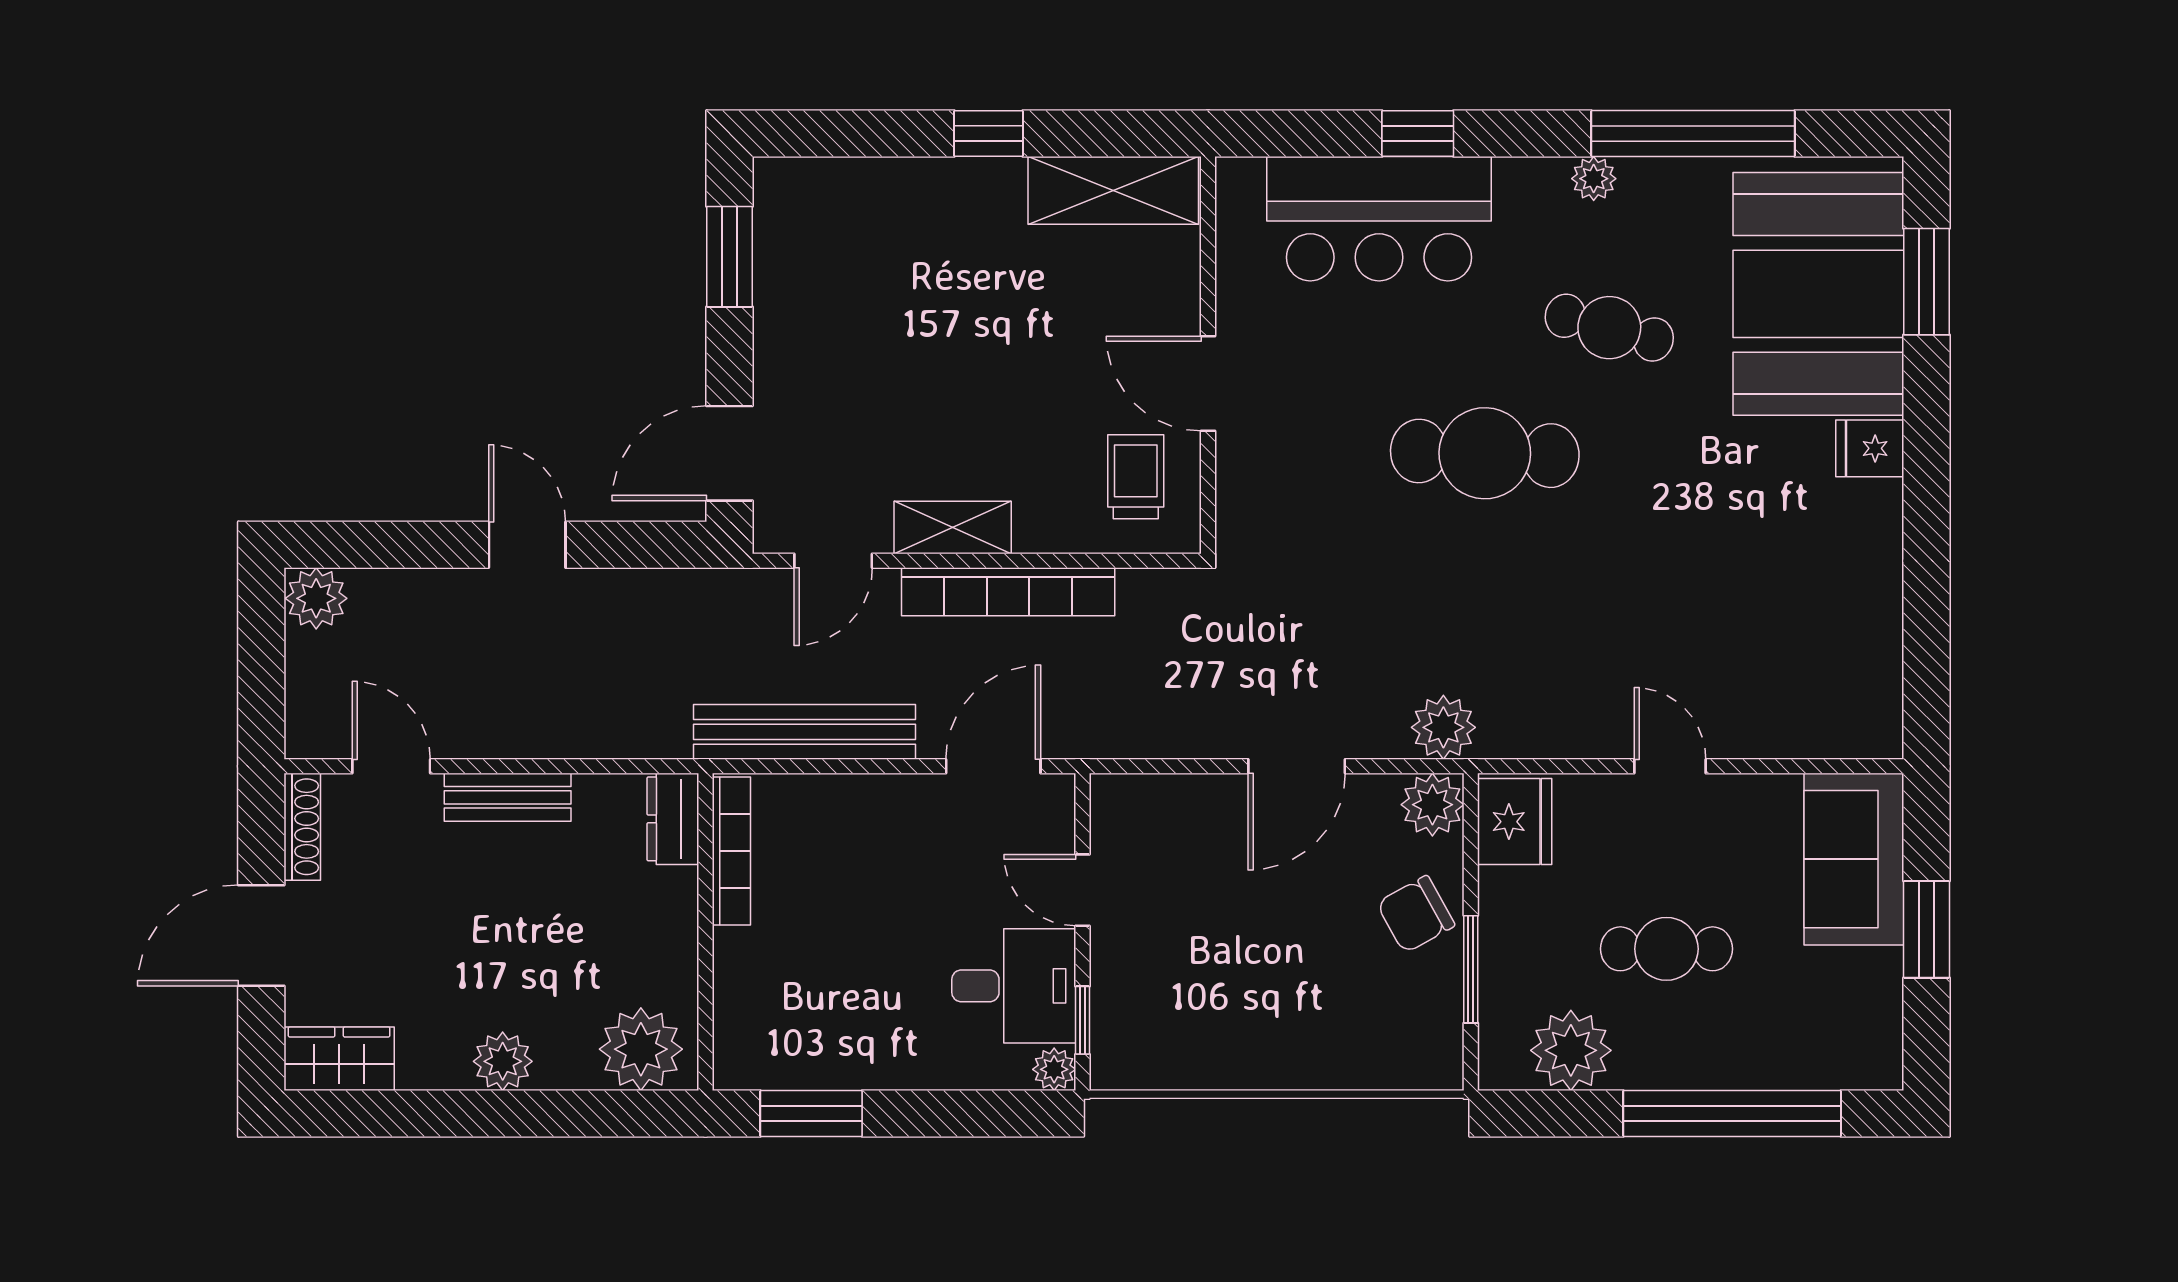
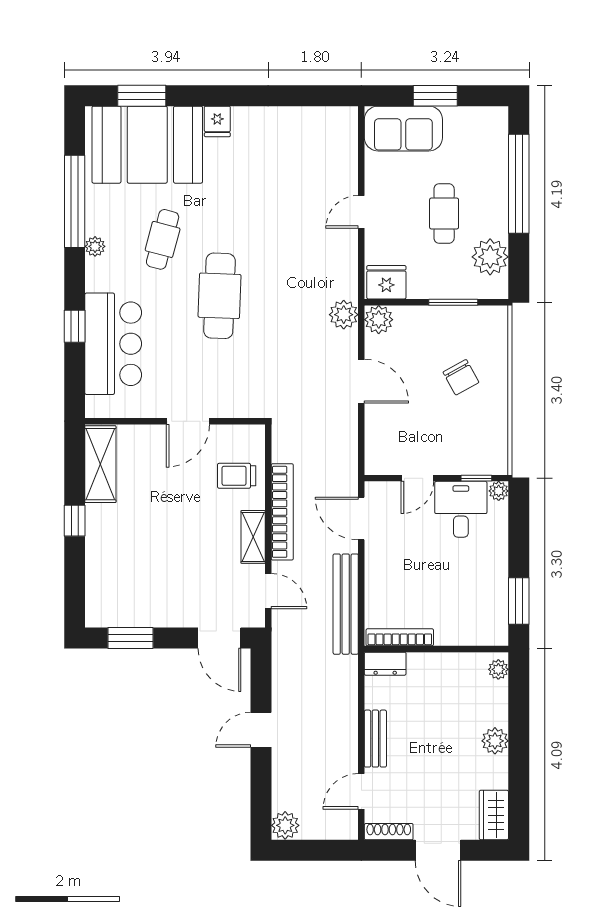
trolley: (1136, 477) -> (237, 476), moved
chair: (1416, 914) -> (461, 377), moved
plant: (641, 1049) -> (498, 669), width x0.53, depth x0.53

